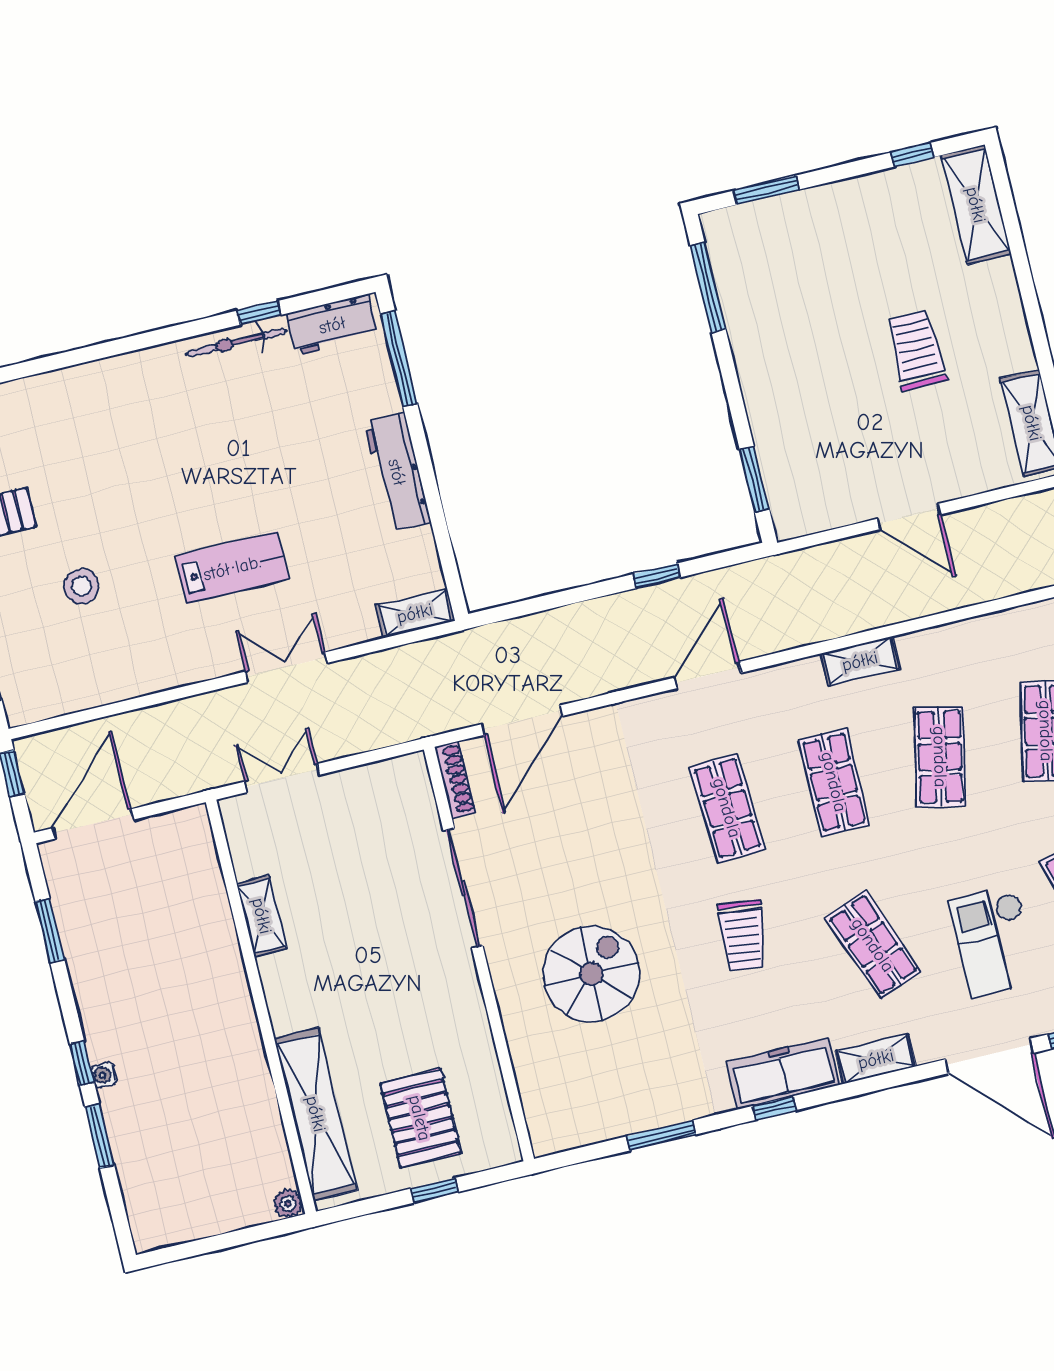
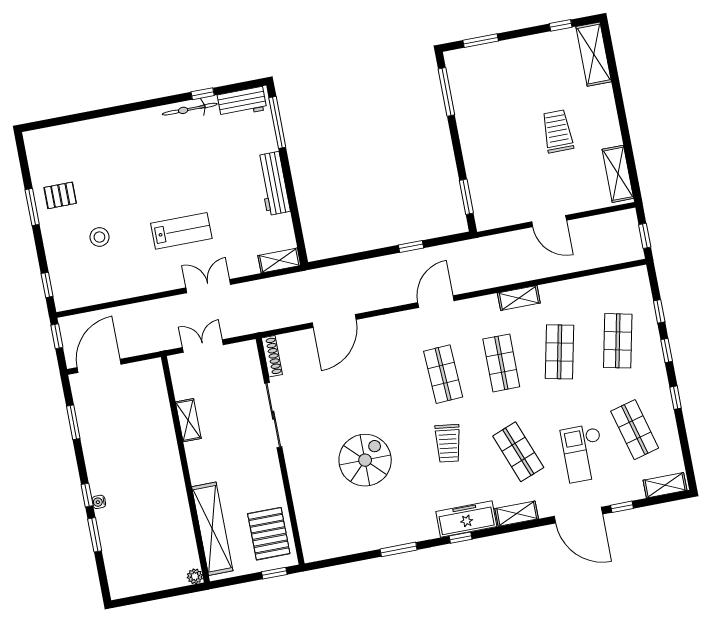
shoe rack: (455, 780) -> (272, 356), moved
sliding door: (463, 888) -> (273, 415), moved
wall: (479, 954) -> (280, 451), moved

